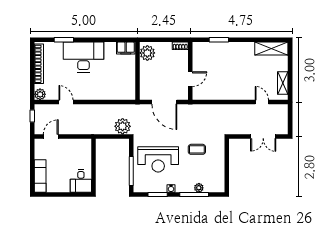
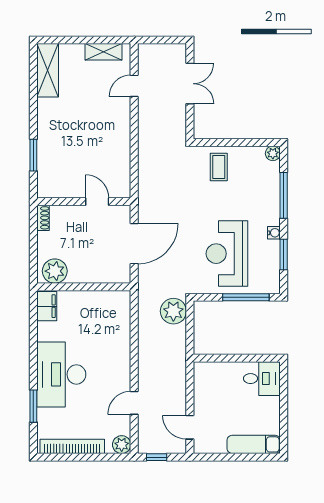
coffee table: (197, 149) -> (219, 167), moved
reception desk: (158, 159) -> (227, 254), turned 180
plant: (199, 188) -> (273, 153), moved

